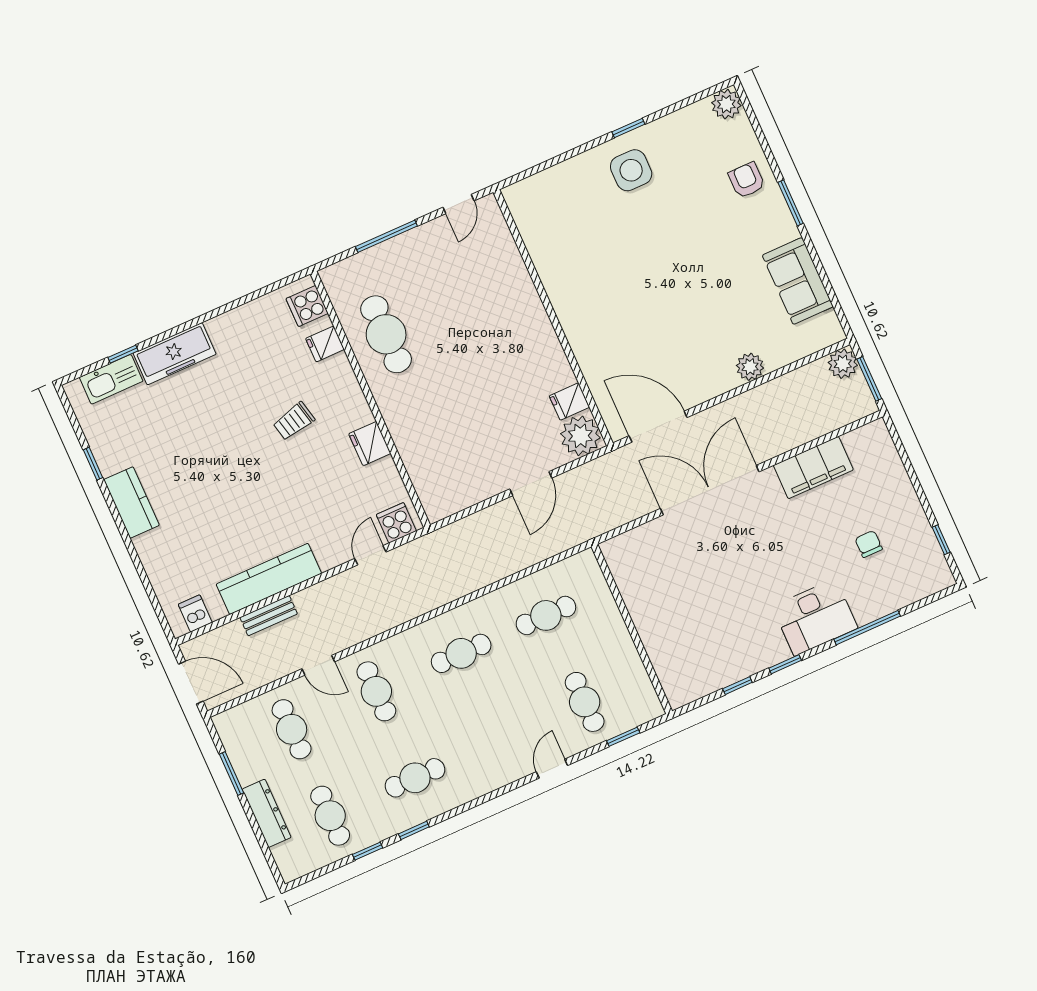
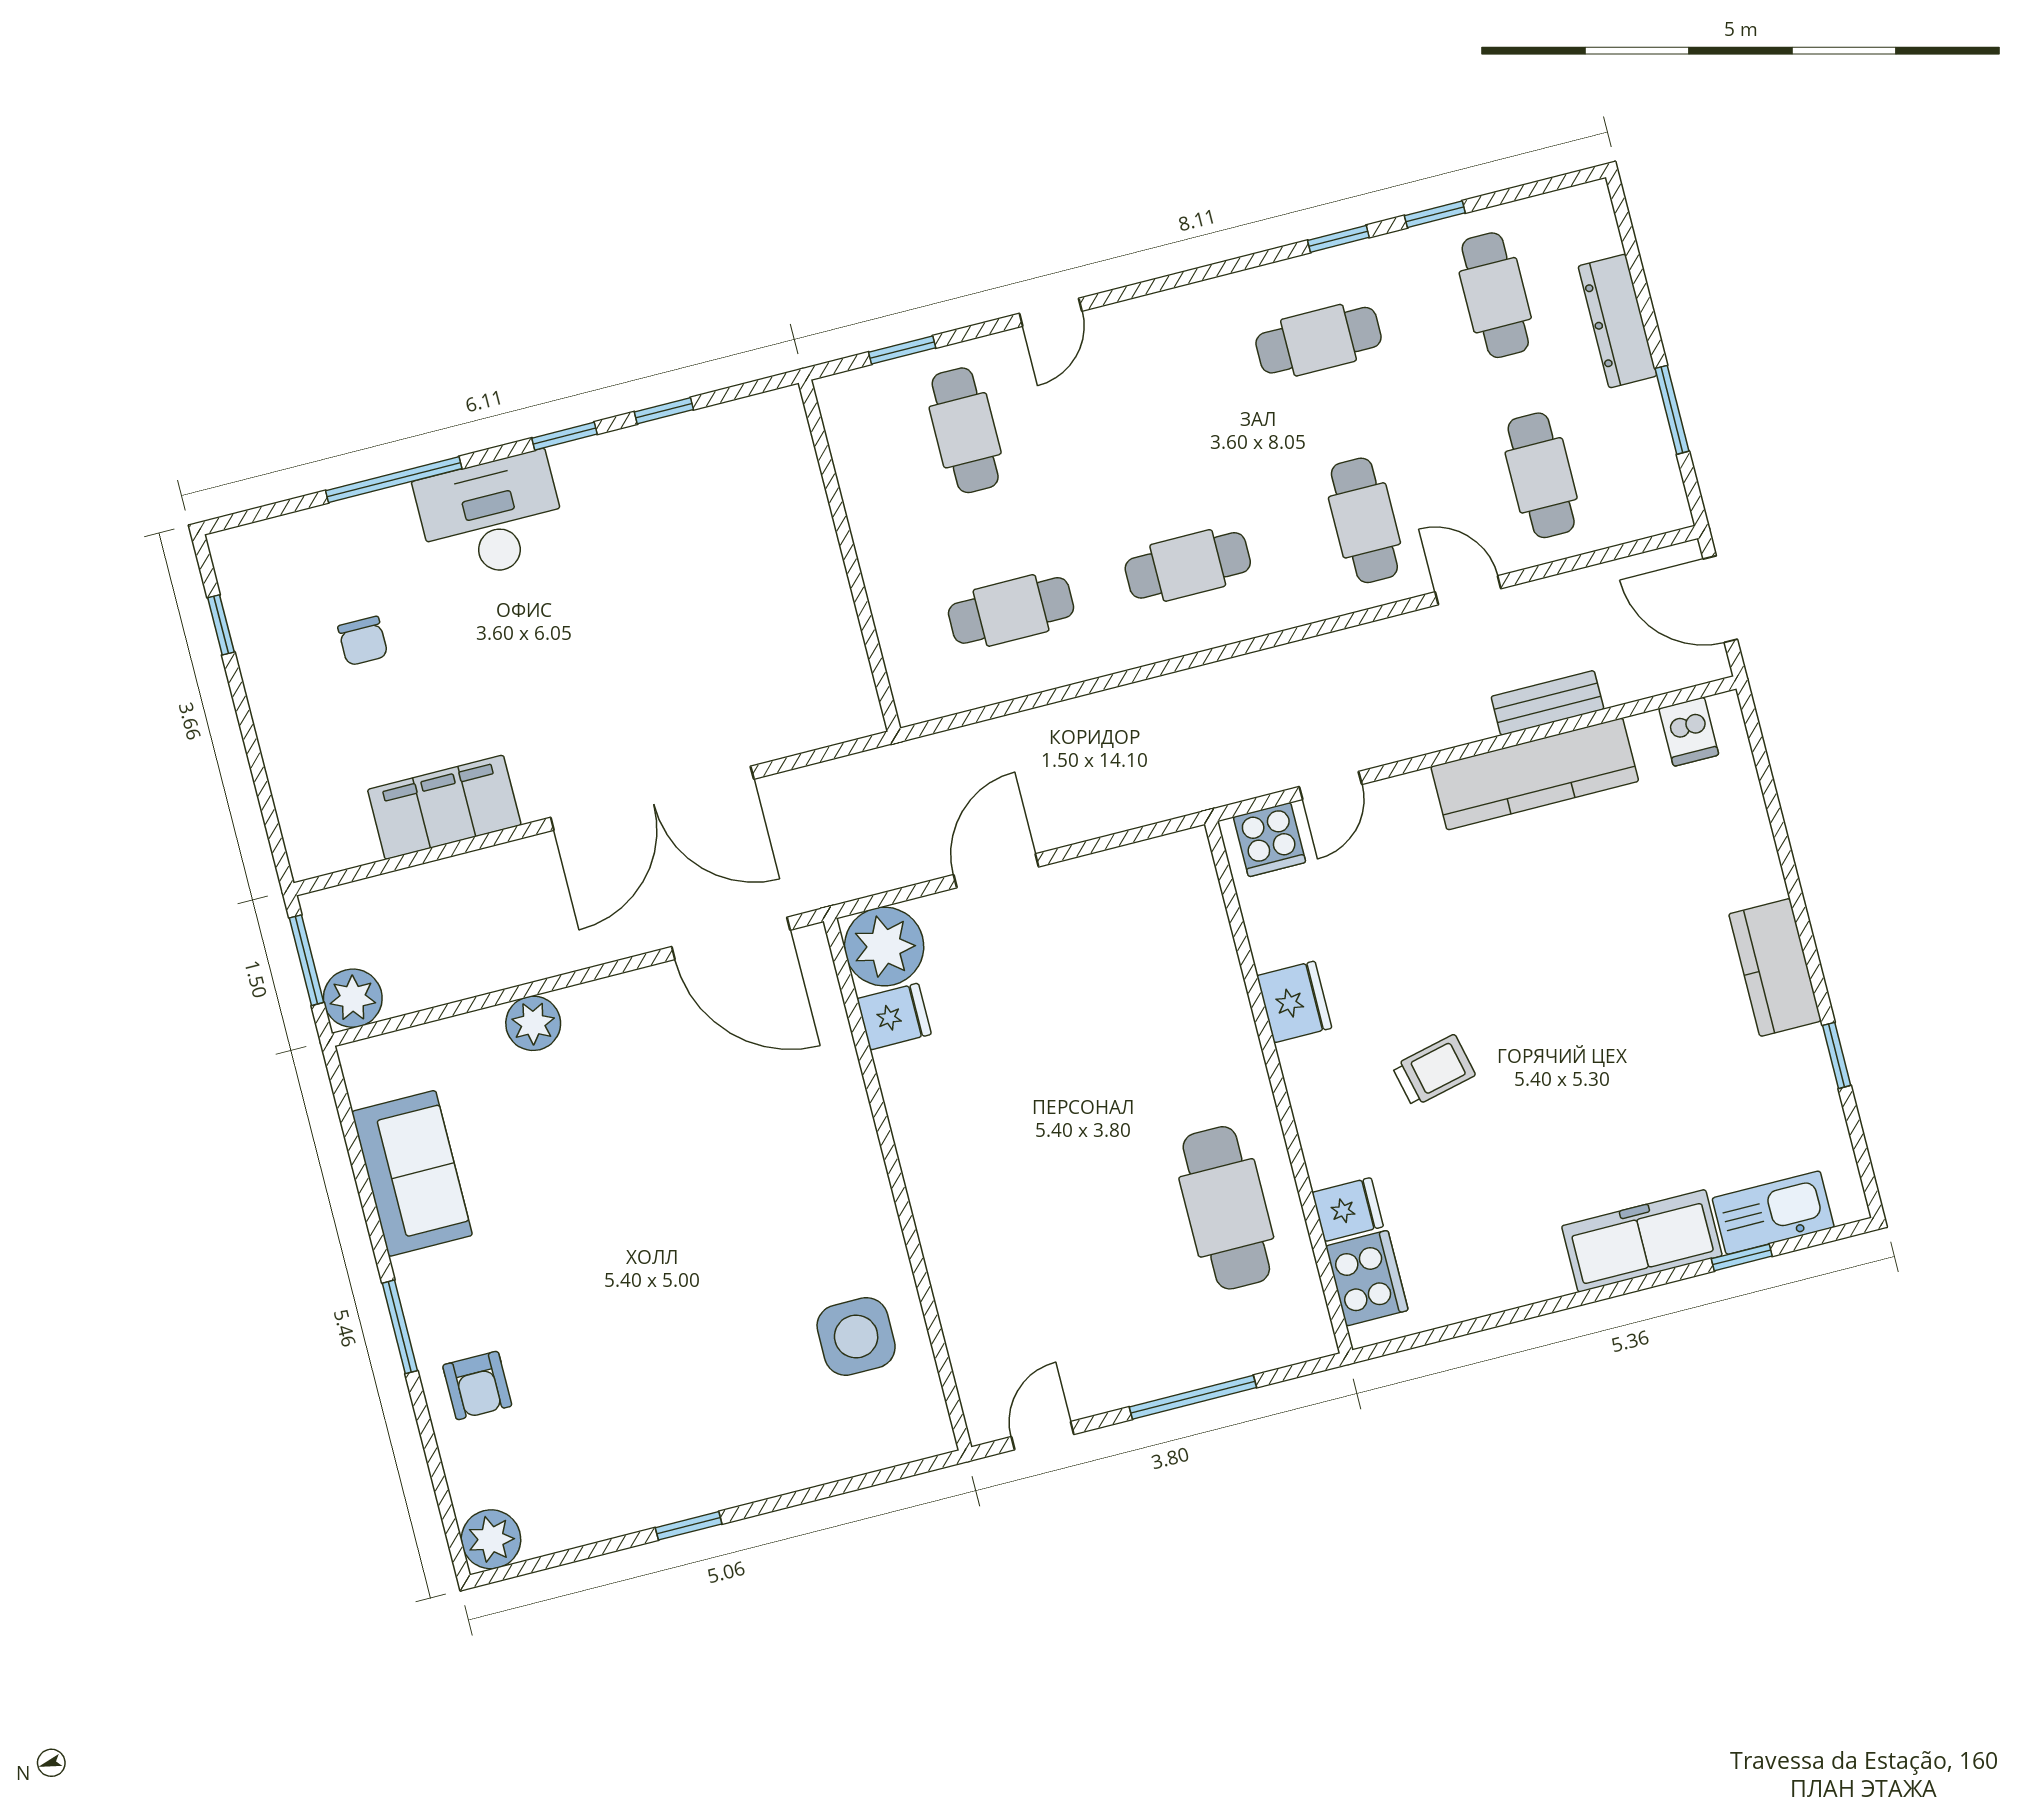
side table: (631, 170) -> (856, 1336), moved
cooker: (307, 306) -> (1367, 1278), width x1.36

